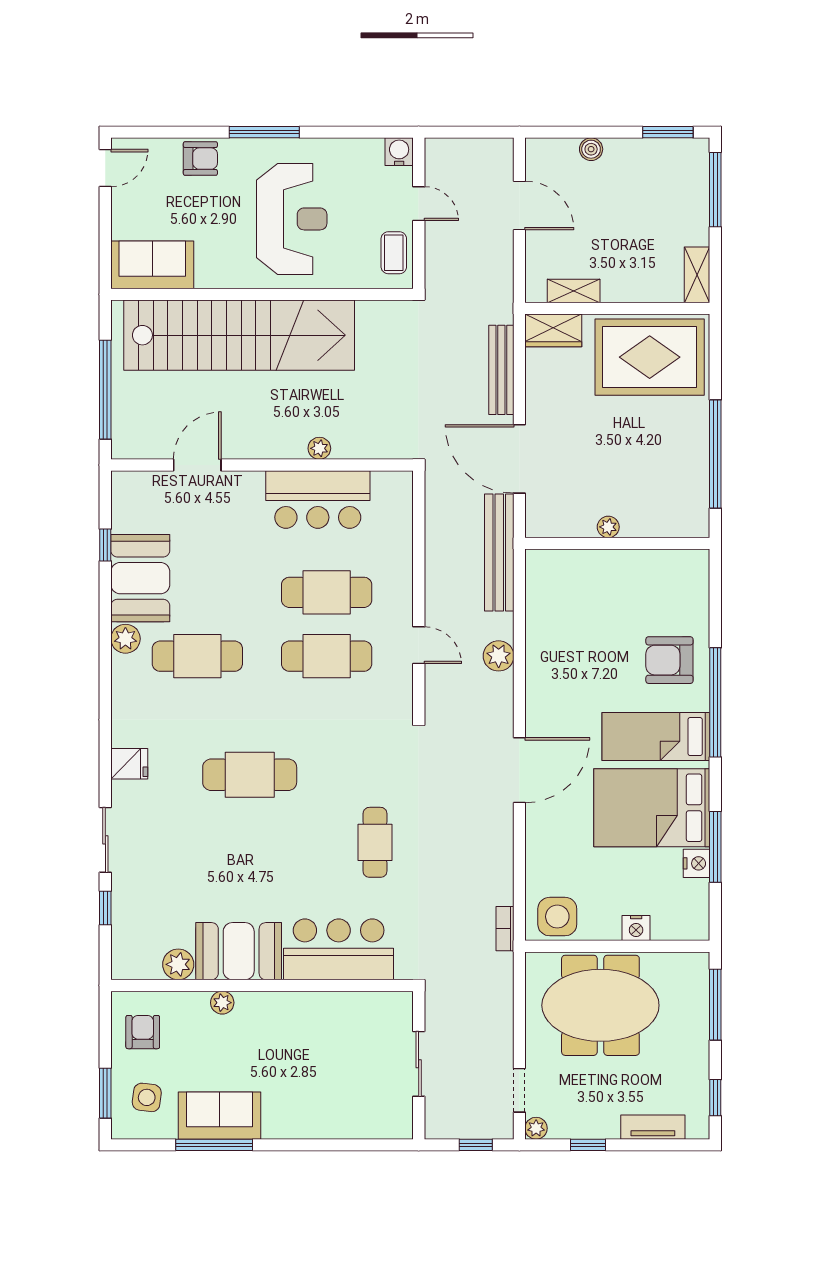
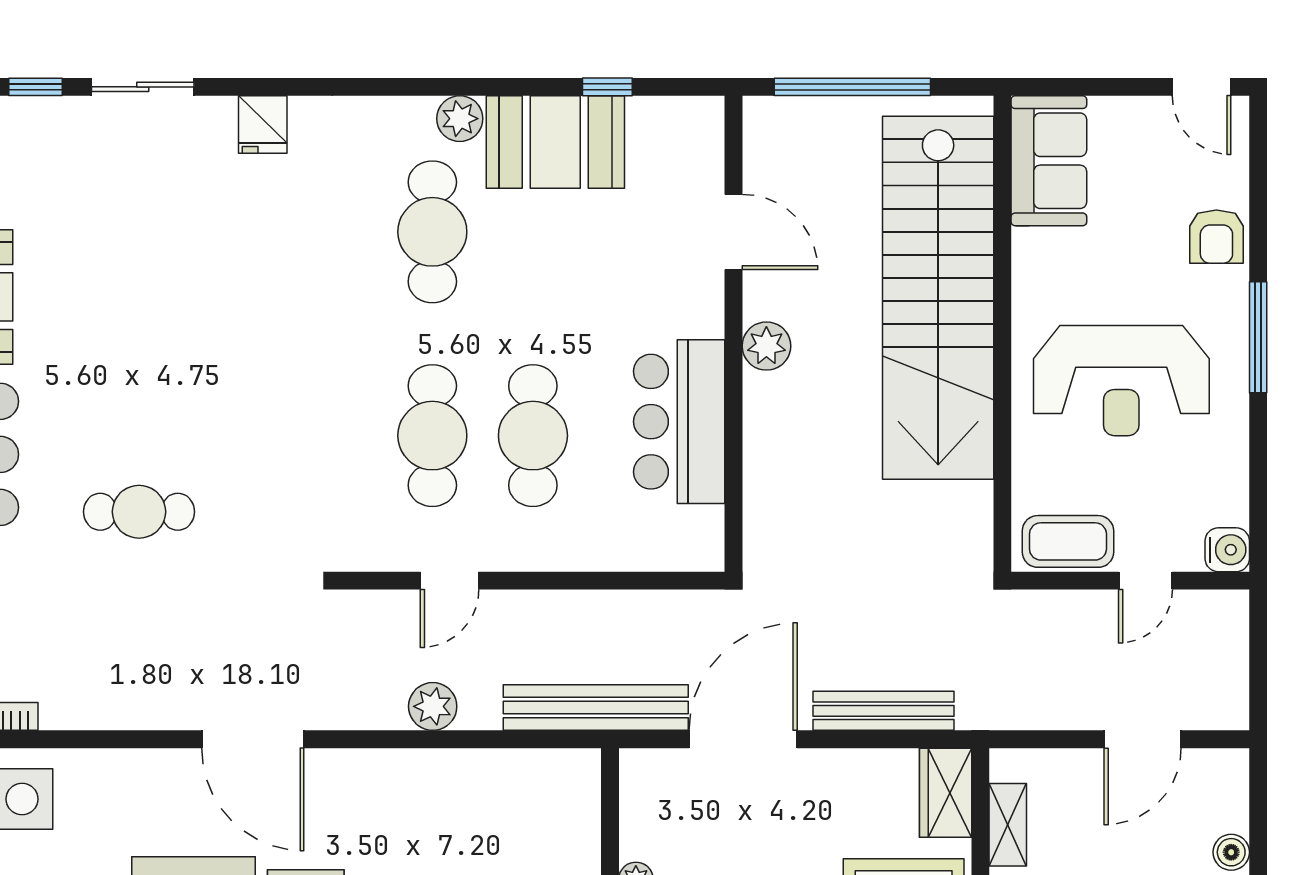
coffee table: (394, 253) -> (1068, 541), width x1.36, depth x1.30
plant: (319, 448) -> (766, 346), moved, width x1.38, depth x1.38
cafe table: (250, 775) -> (245, 314), removed

